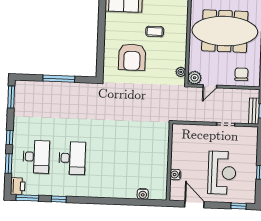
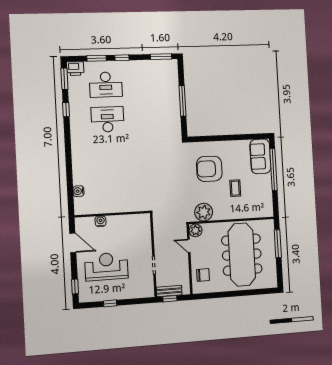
plant: (181, 72) -> (204, 212), width x1.87, depth x1.87
desk: (72, 158) -> (108, 119), turned 180
reception desk: (222, 173) -> (106, 267), turned 180
door: (194, 204) -> (73, 243), hinge flipped

